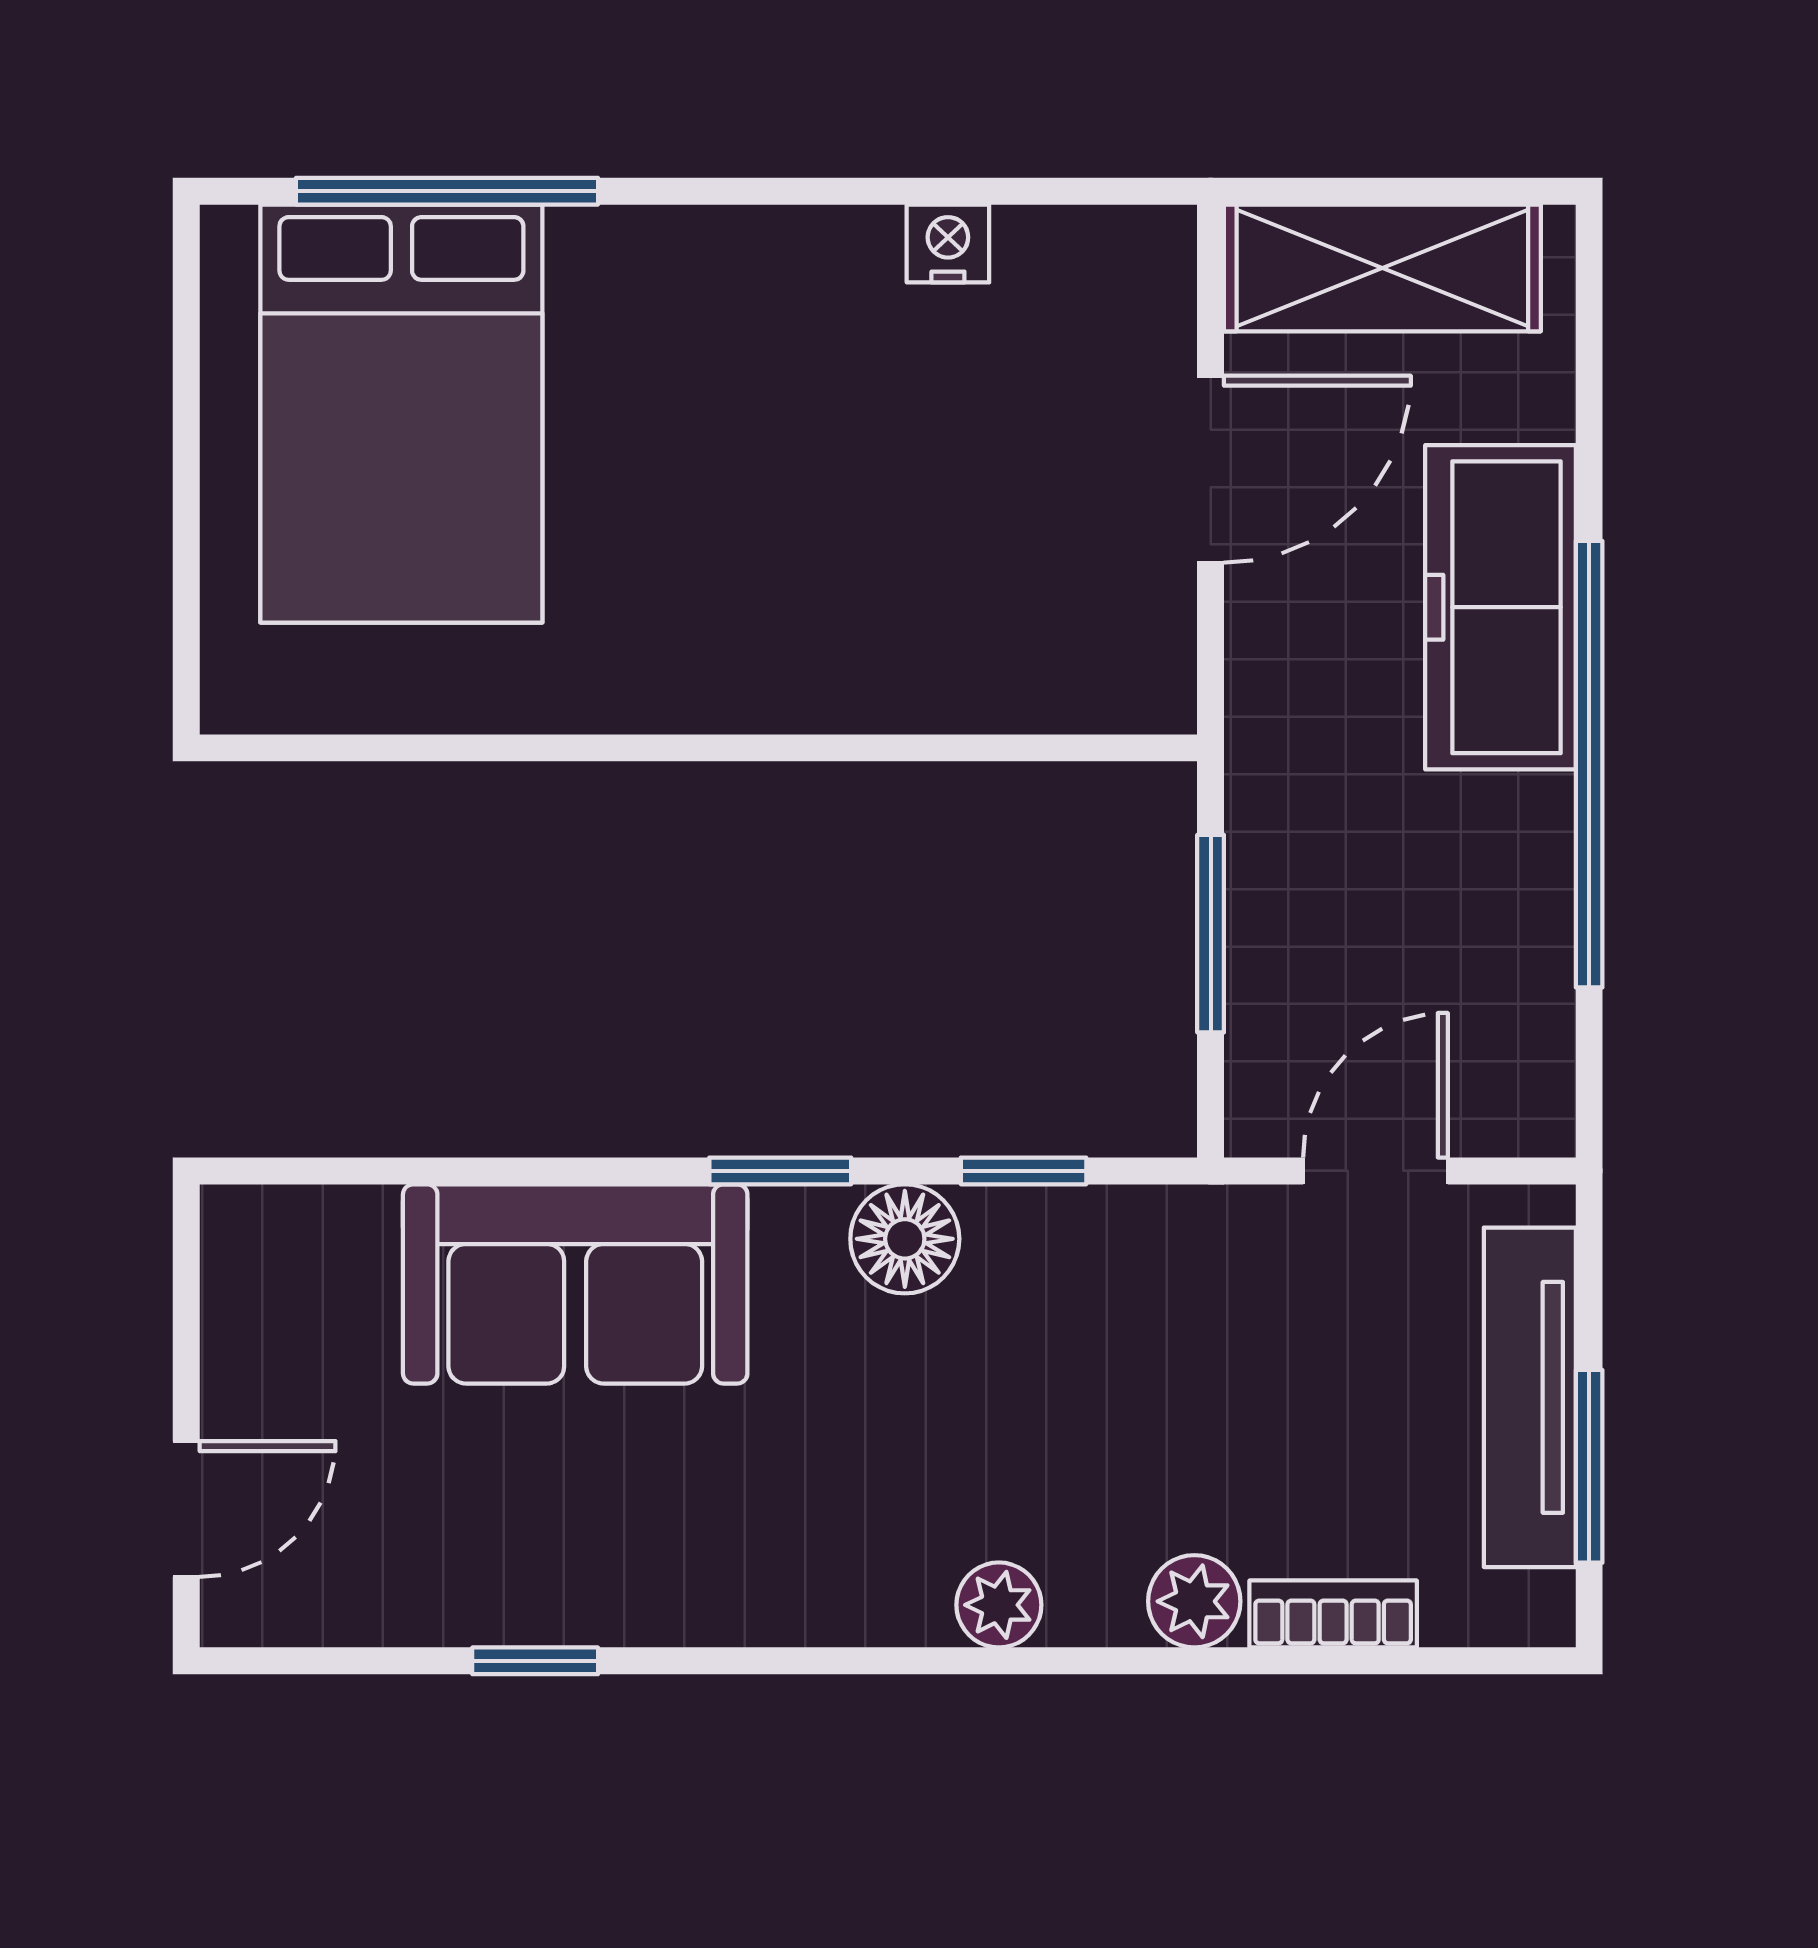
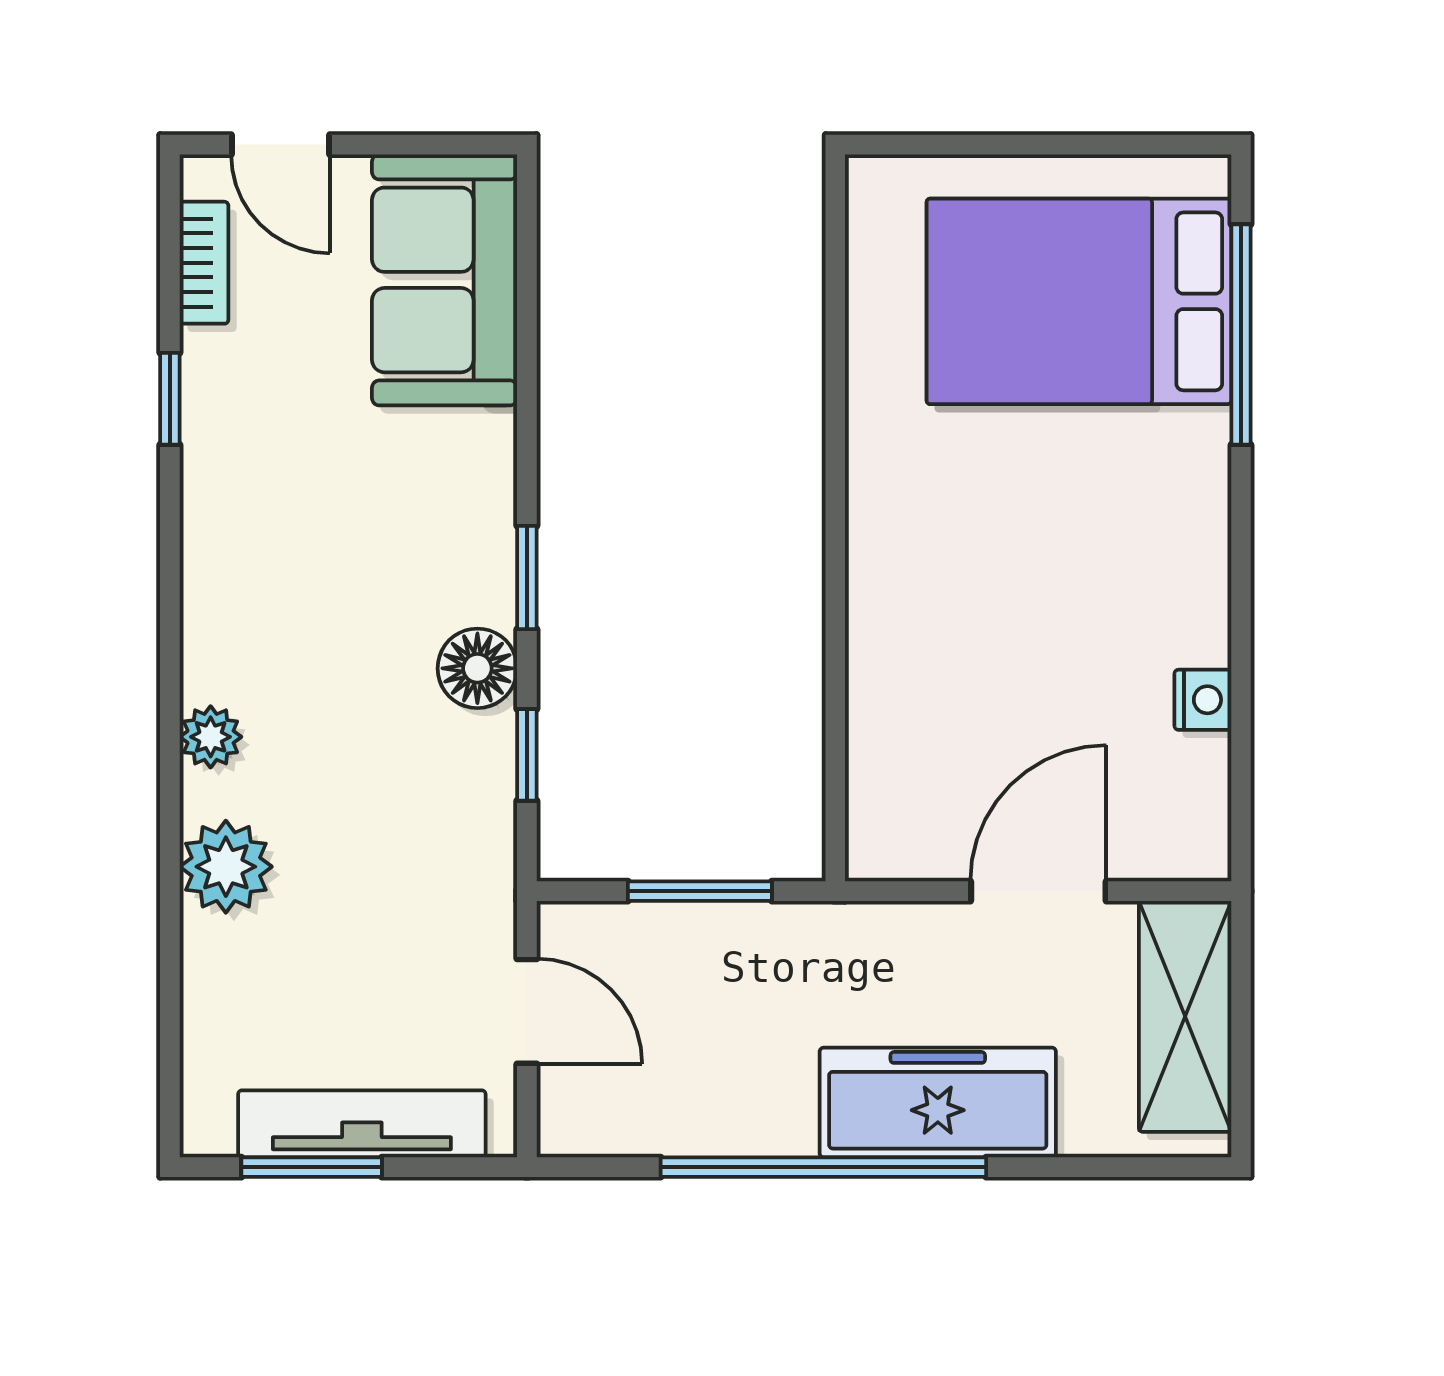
door: (1211, 469) -> (1038, 891), swing flipped
sofa: (575, 1284) -> (445, 280), moved
plant: (1194, 1601) -> (226, 867), width x1.38, depth x1.38
bookcase: (1333, 1614) -> (204, 263), moved

